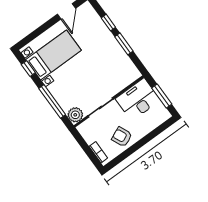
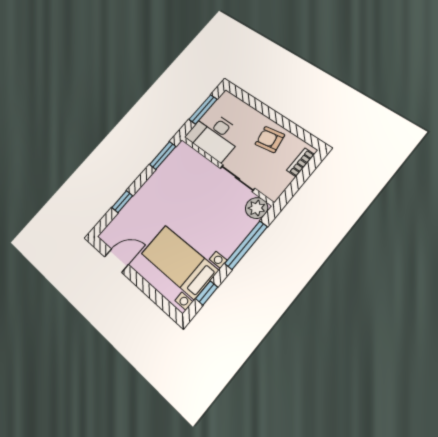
window: (124, 44) -> (163, 155), moved
armchair: (122, 137) -> (270, 140), turned 104

